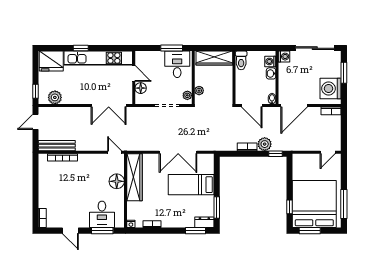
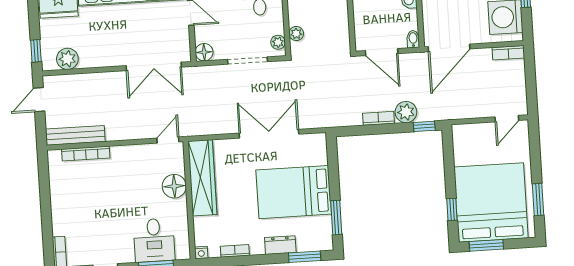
floor lamp: (141, 88) -> (204, 52), moved
door: (115, 152) -> (168, 140), hinge flipped
double door: (178, 152) -> (269, 134), swing flipped
bed: (191, 185) -> (294, 192), width x1.50
window: (344, 204) -> (538, 199), width x0.69
dresser: (204, 222) -> (280, 245), moved

